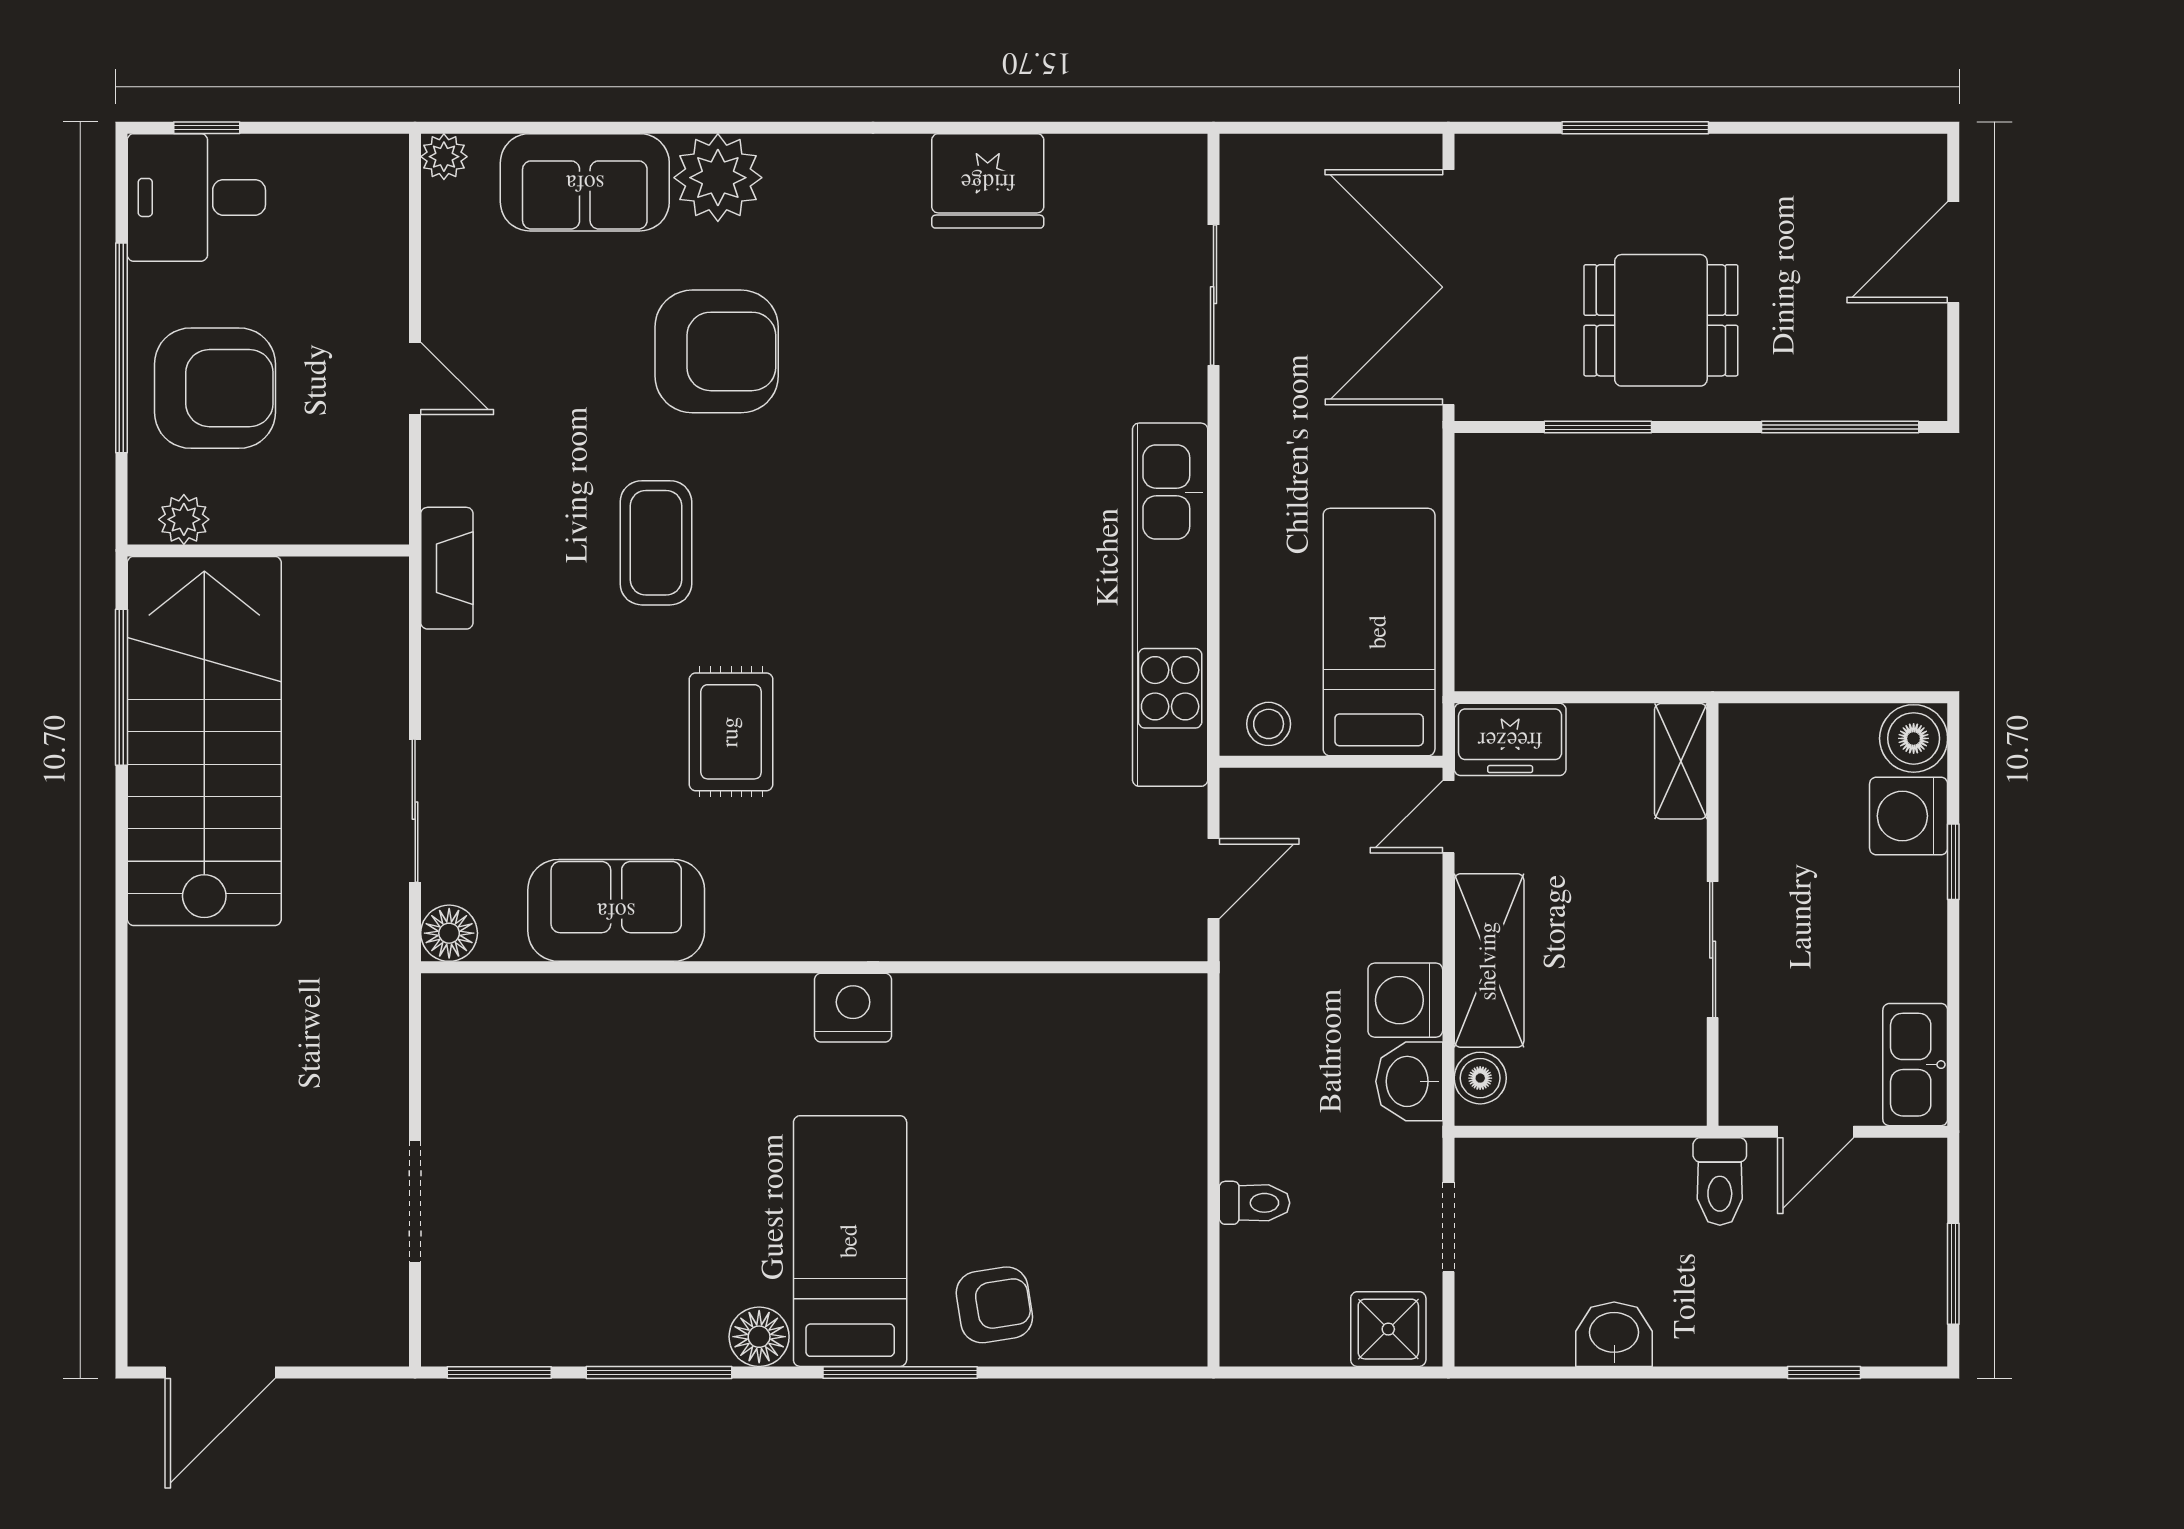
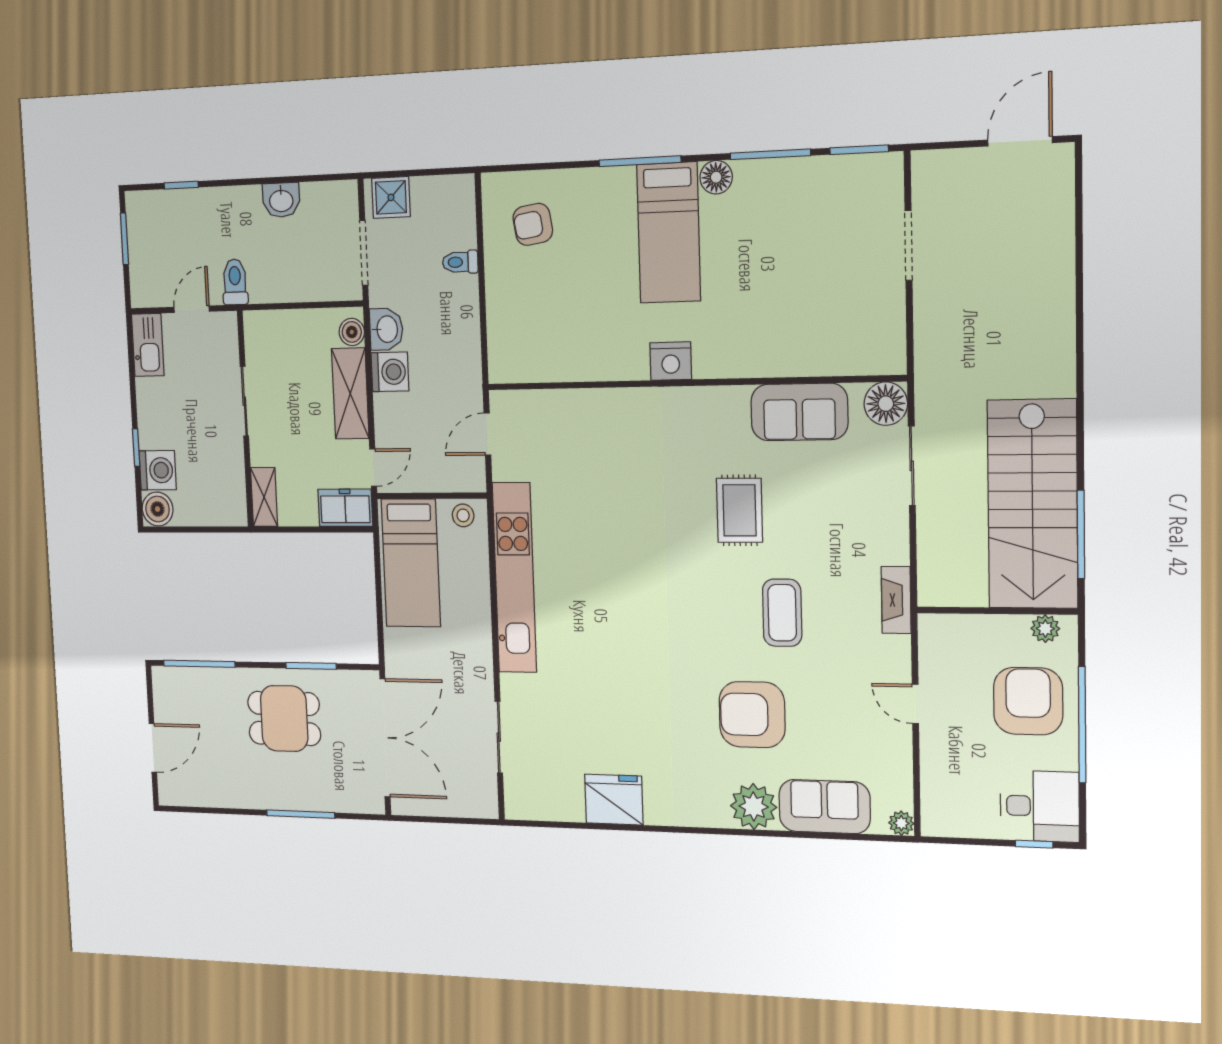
armchair: (215, 388) -> (1028, 701), turned 90
floor lamp: (449, 933) -> (886, 404), width x1.38, depth x1.38
doorway: (1448, 1227) -> (364, 253), width x1.38
armchair: (994, 1305) -> (533, 224), moved

